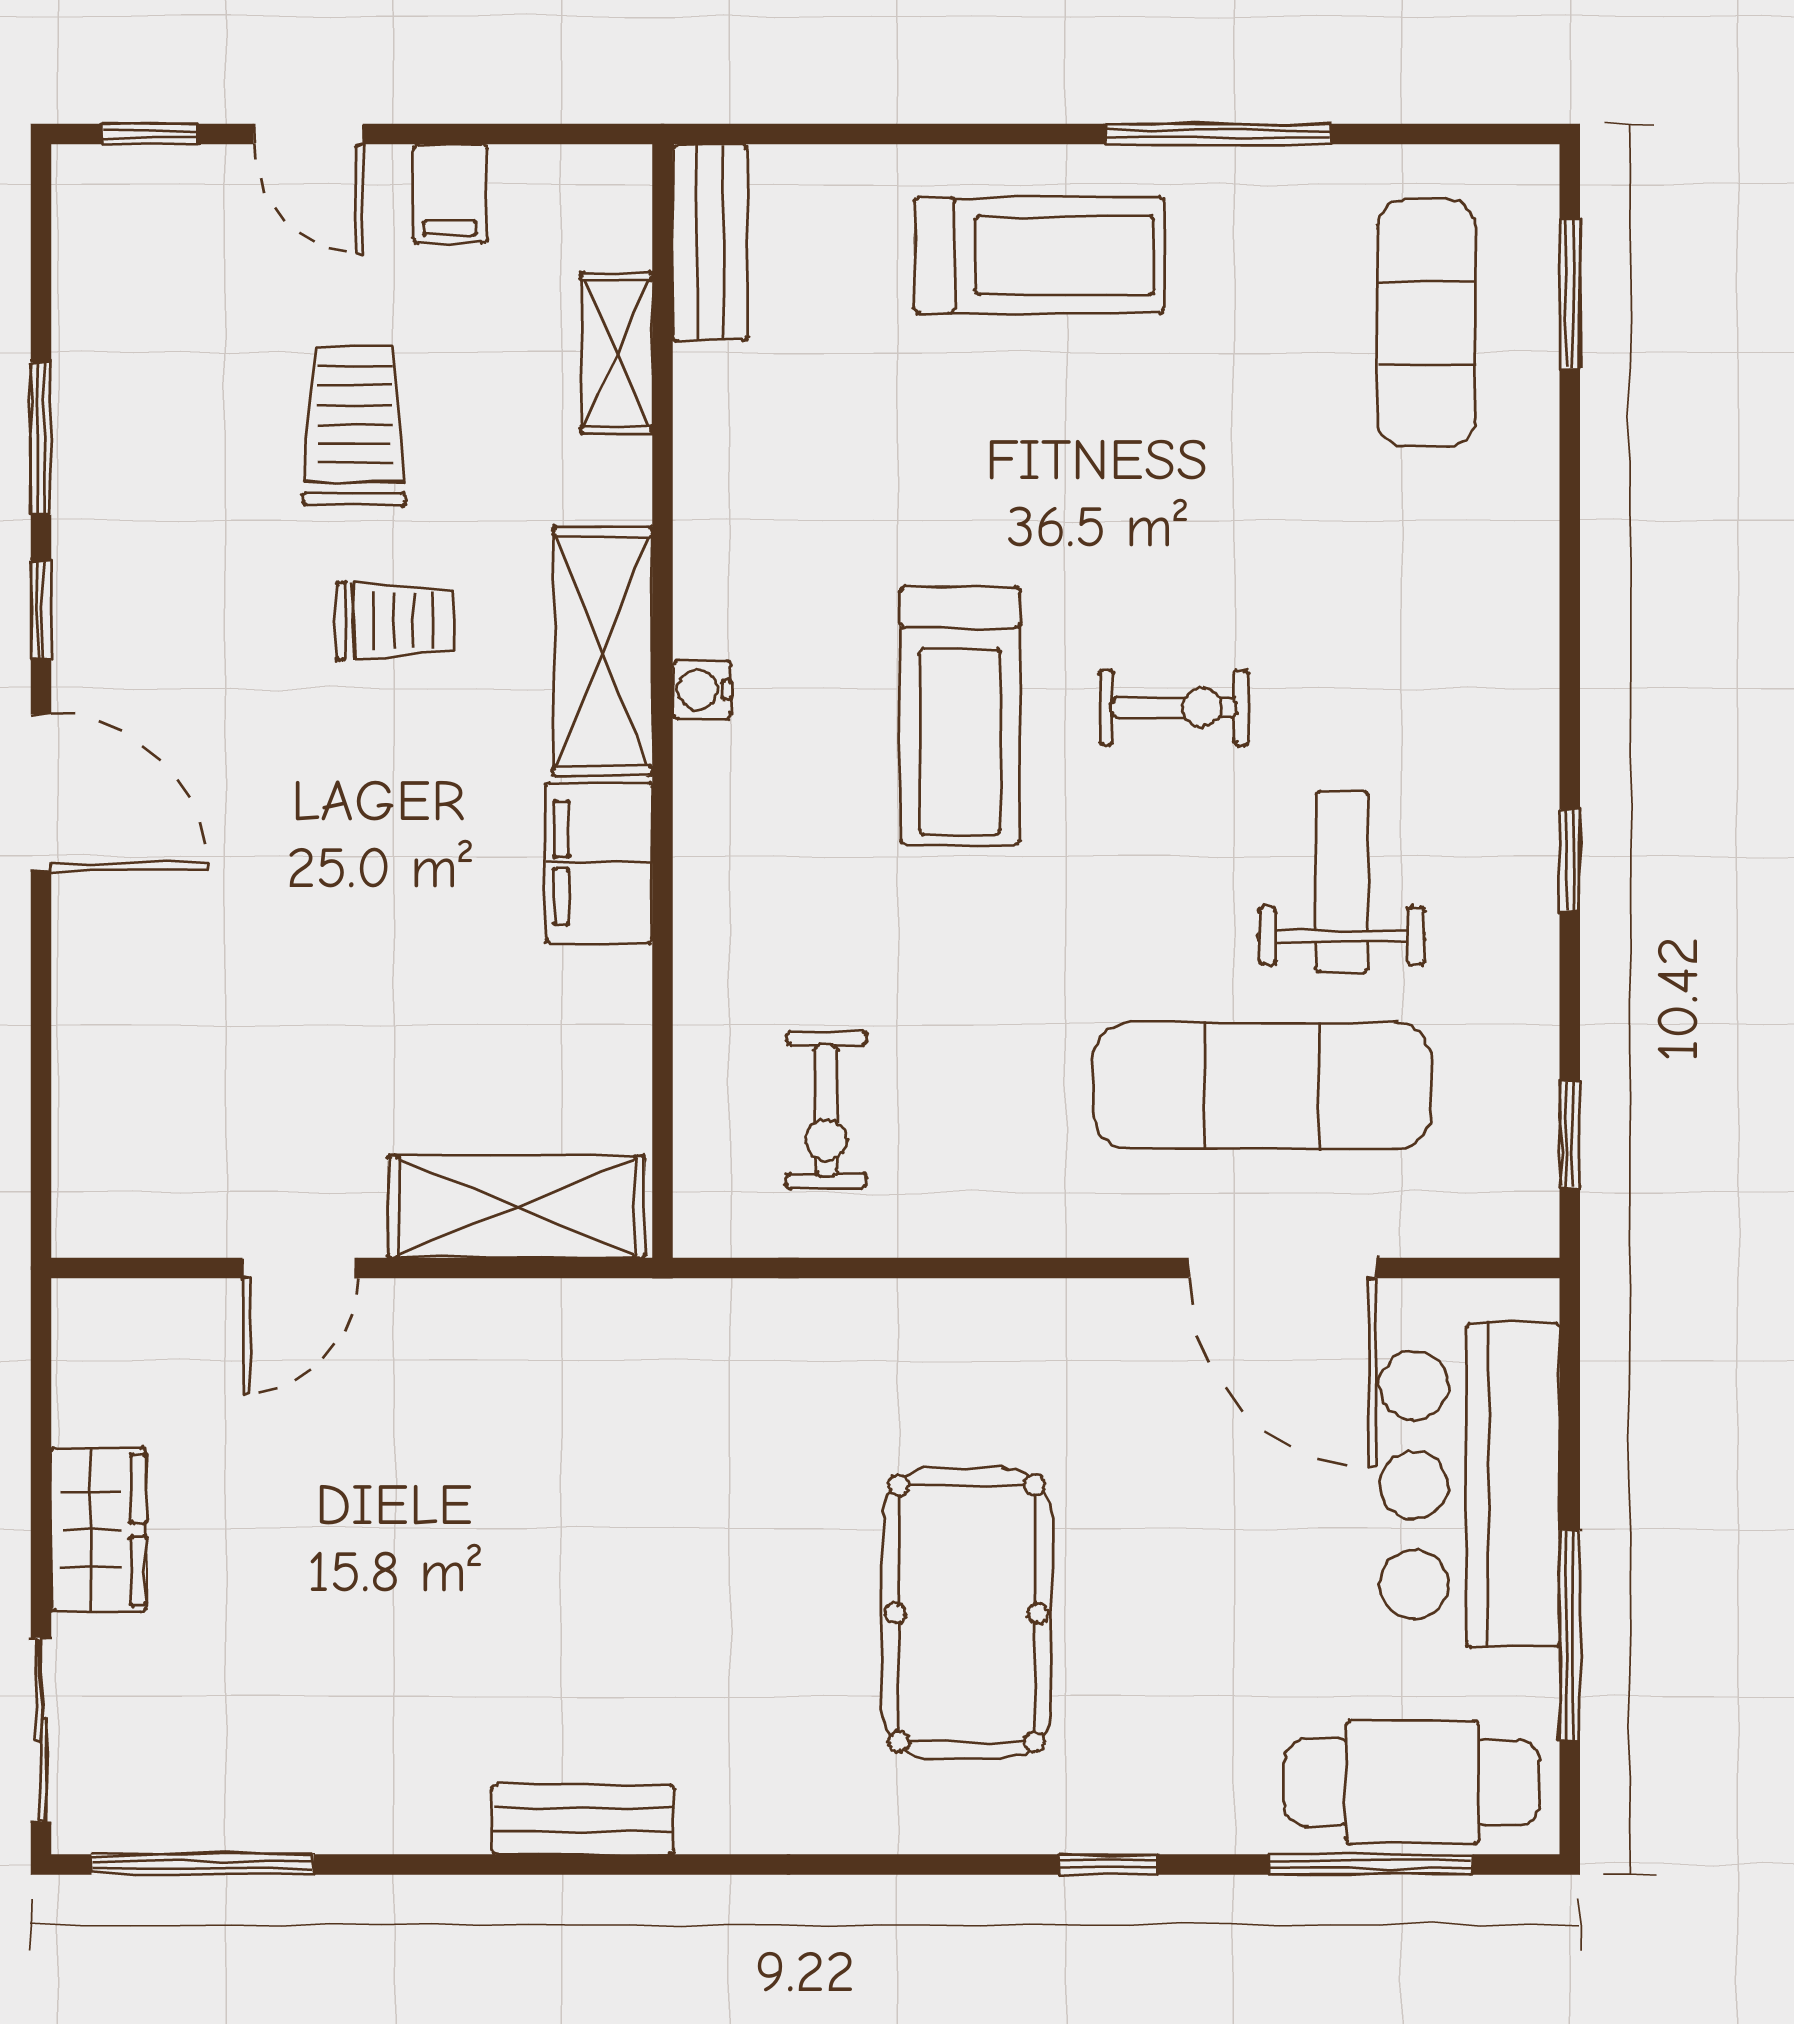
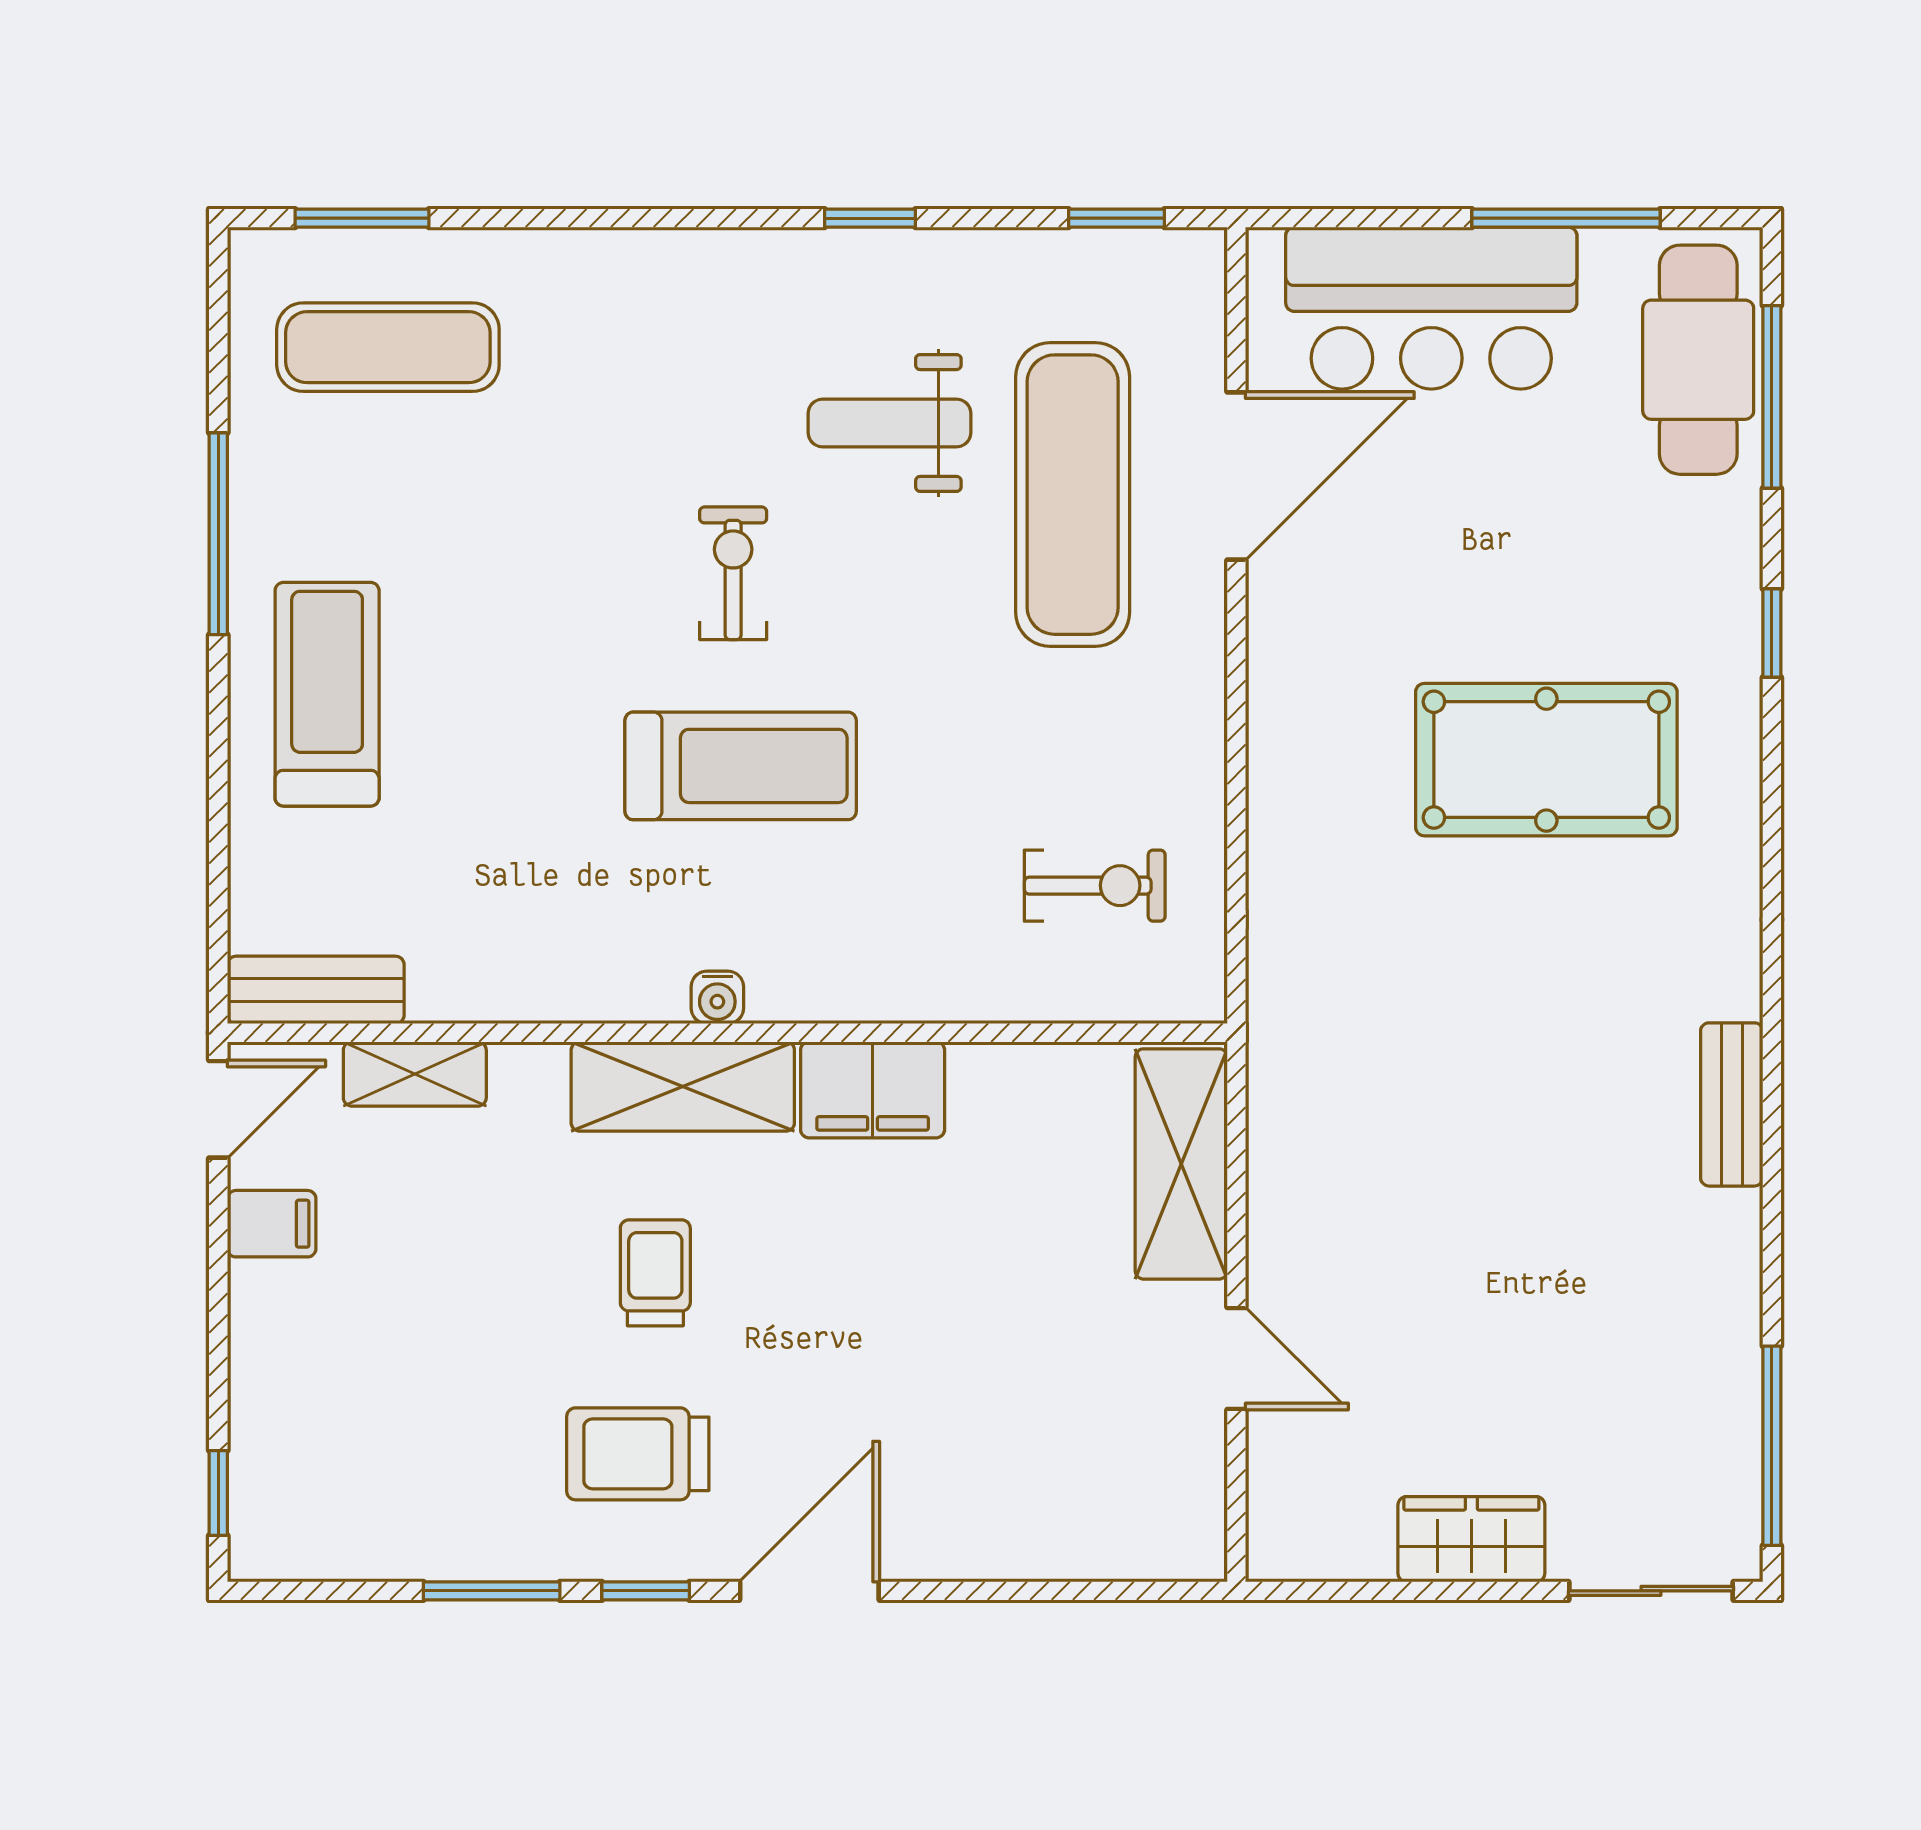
door: (308, 134) -> (218, 1109), moved
trolley: (354, 426) -> (638, 1454), moved

